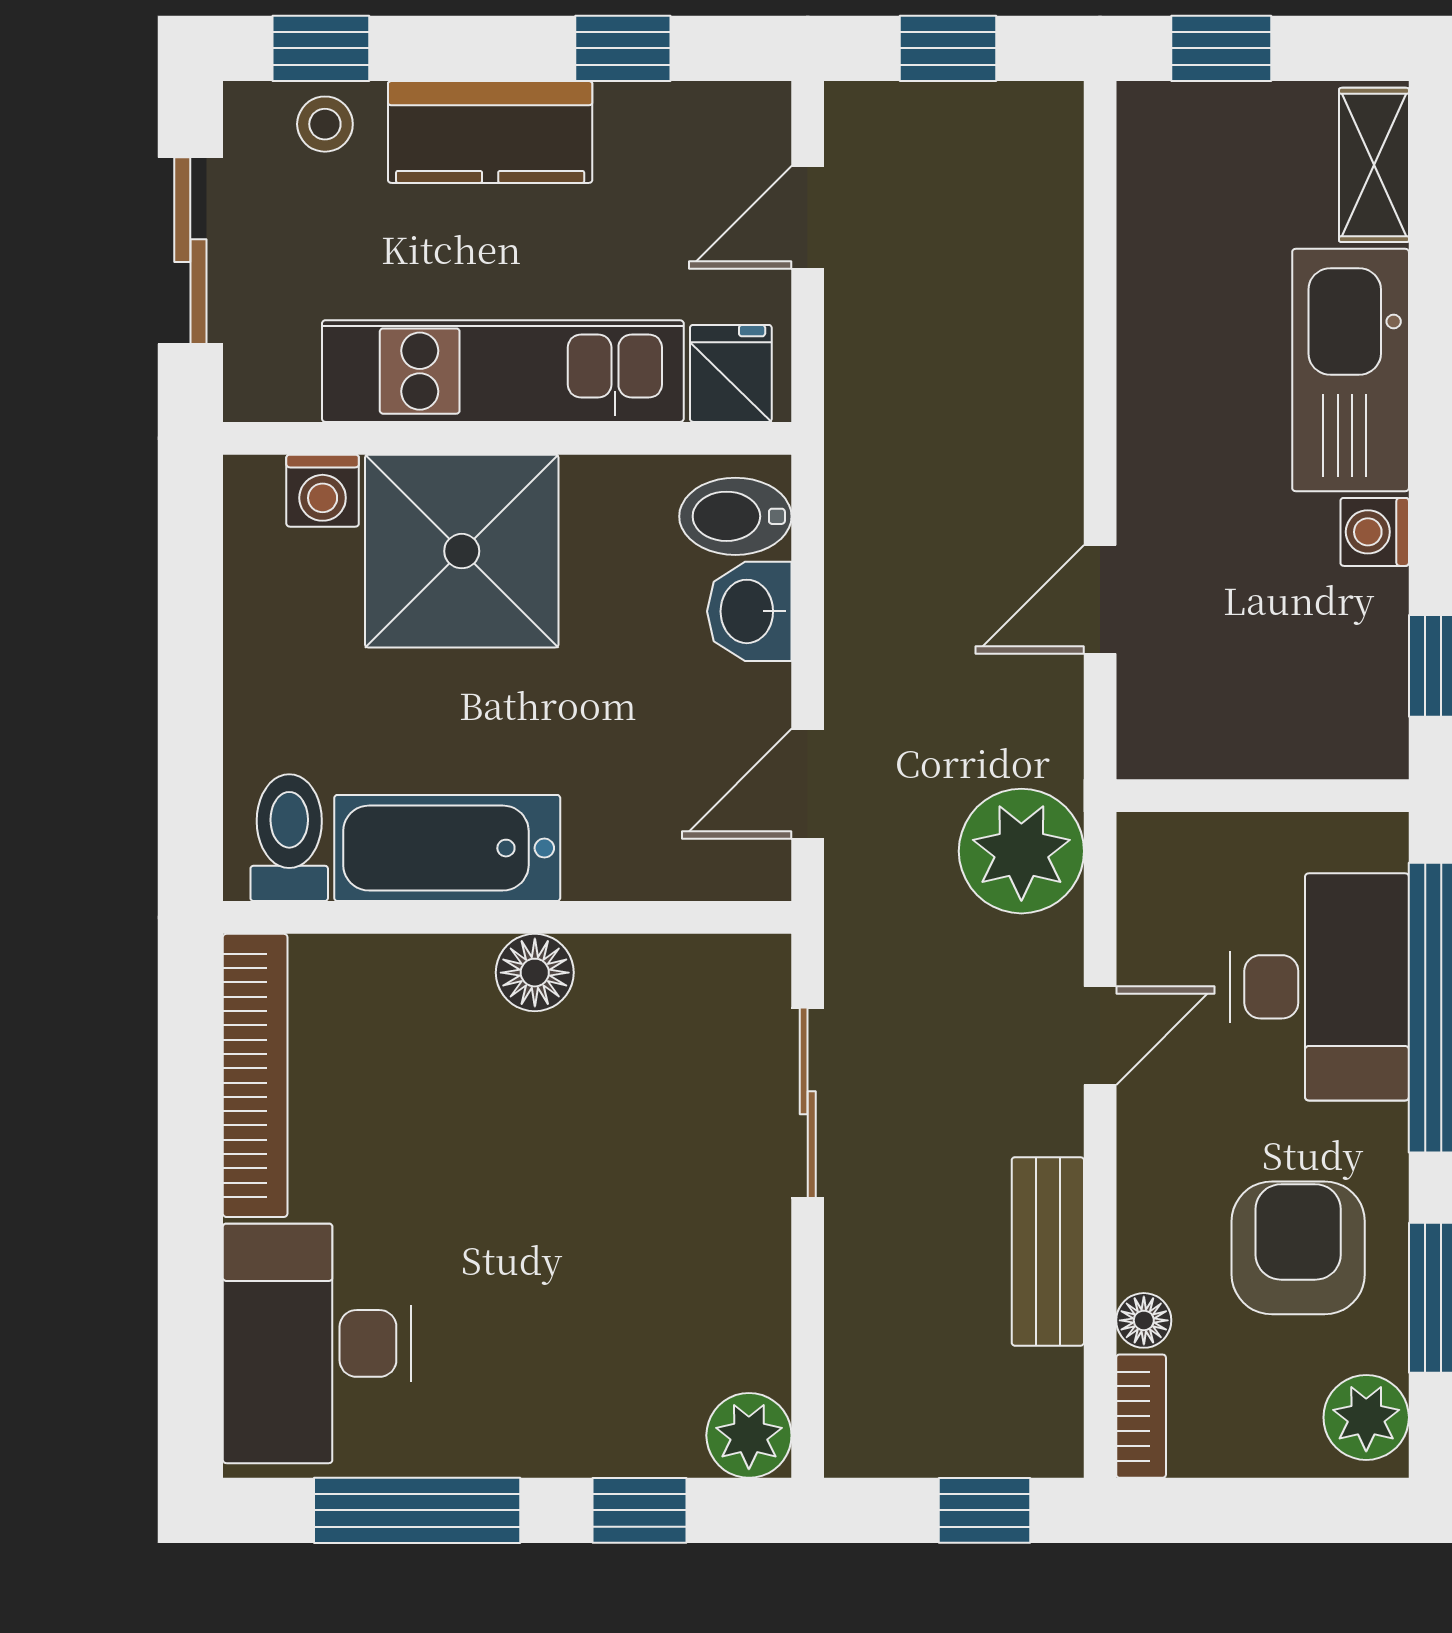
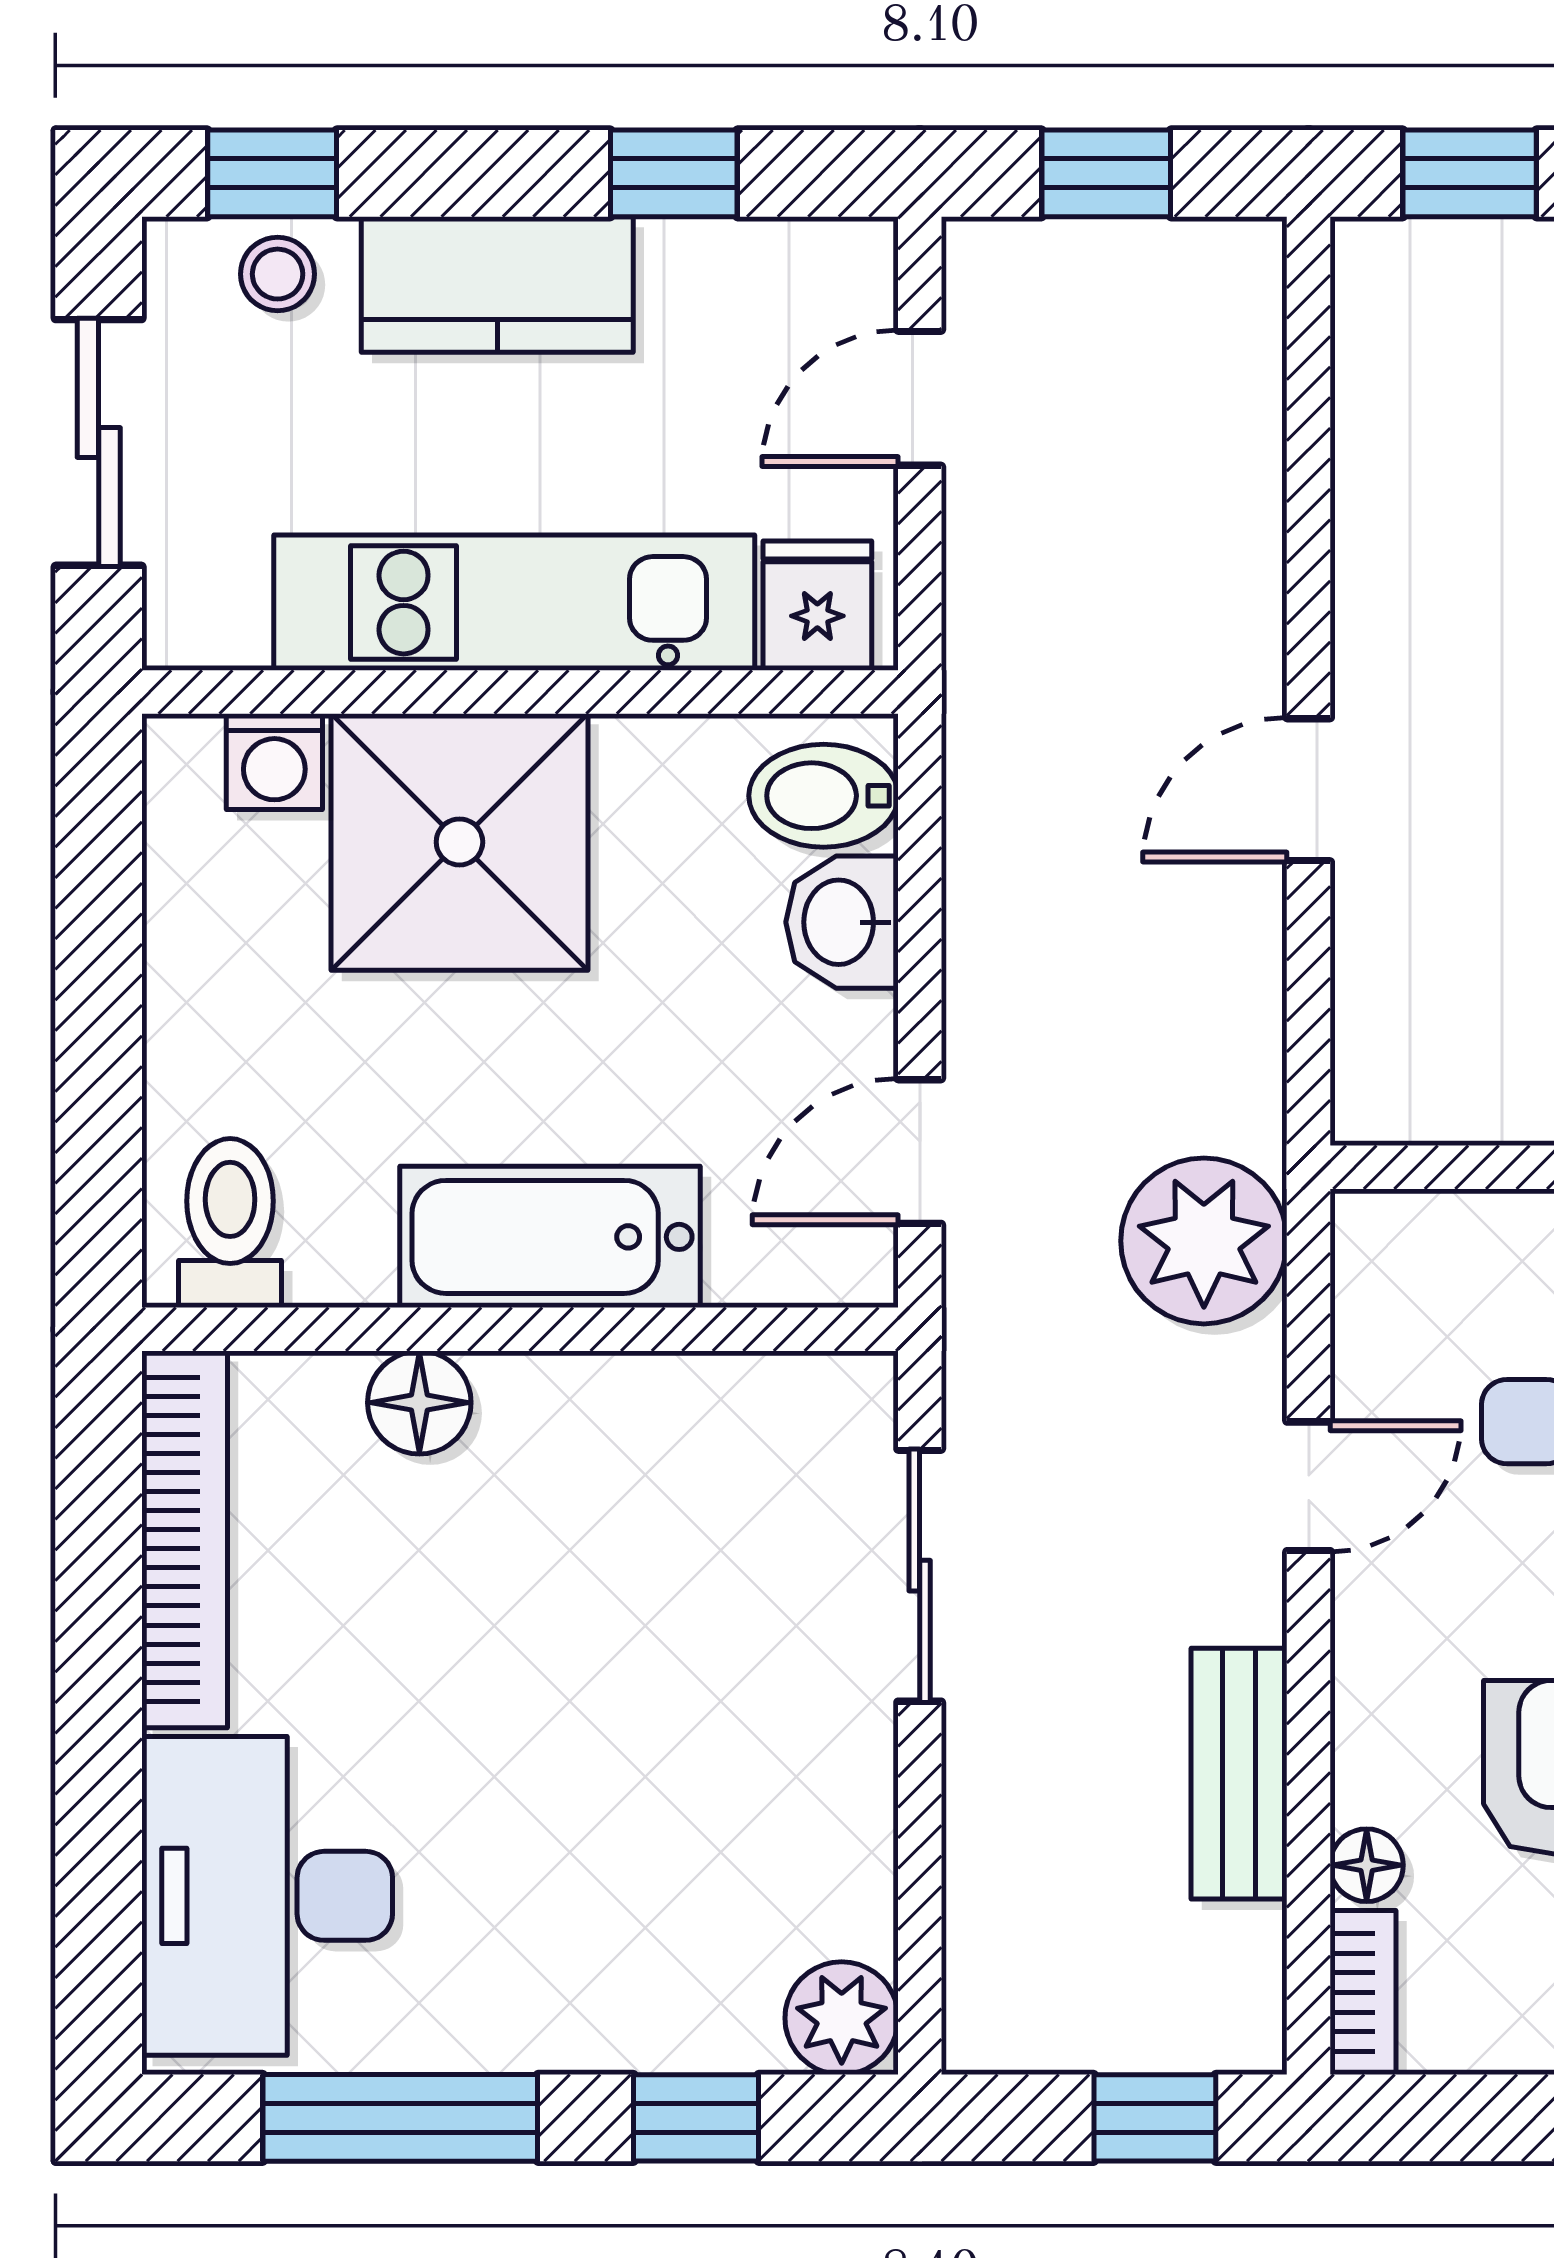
door: (1100, 599) -> (1309, 790), moved
bathtub: (447, 848) -> (550, 1237), moved
floor lamp: (535, 973) -> (419, 1403), moved

